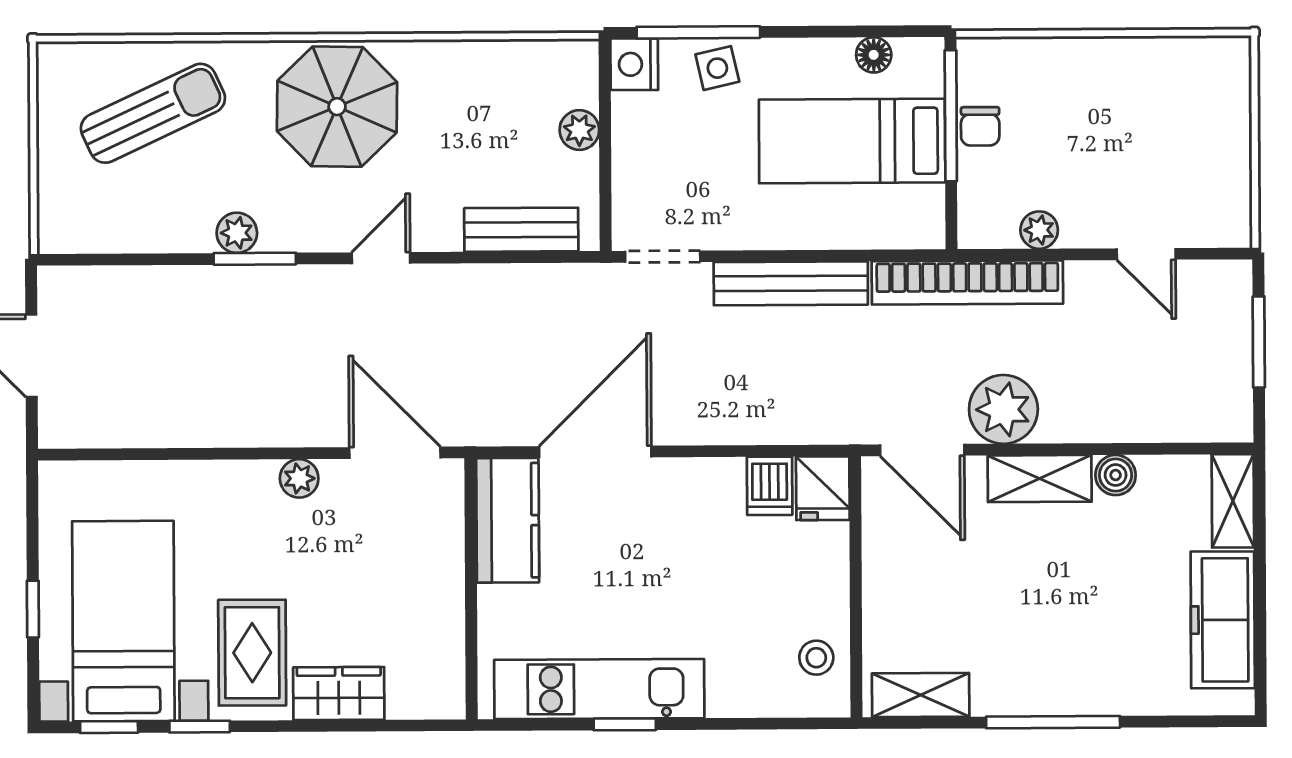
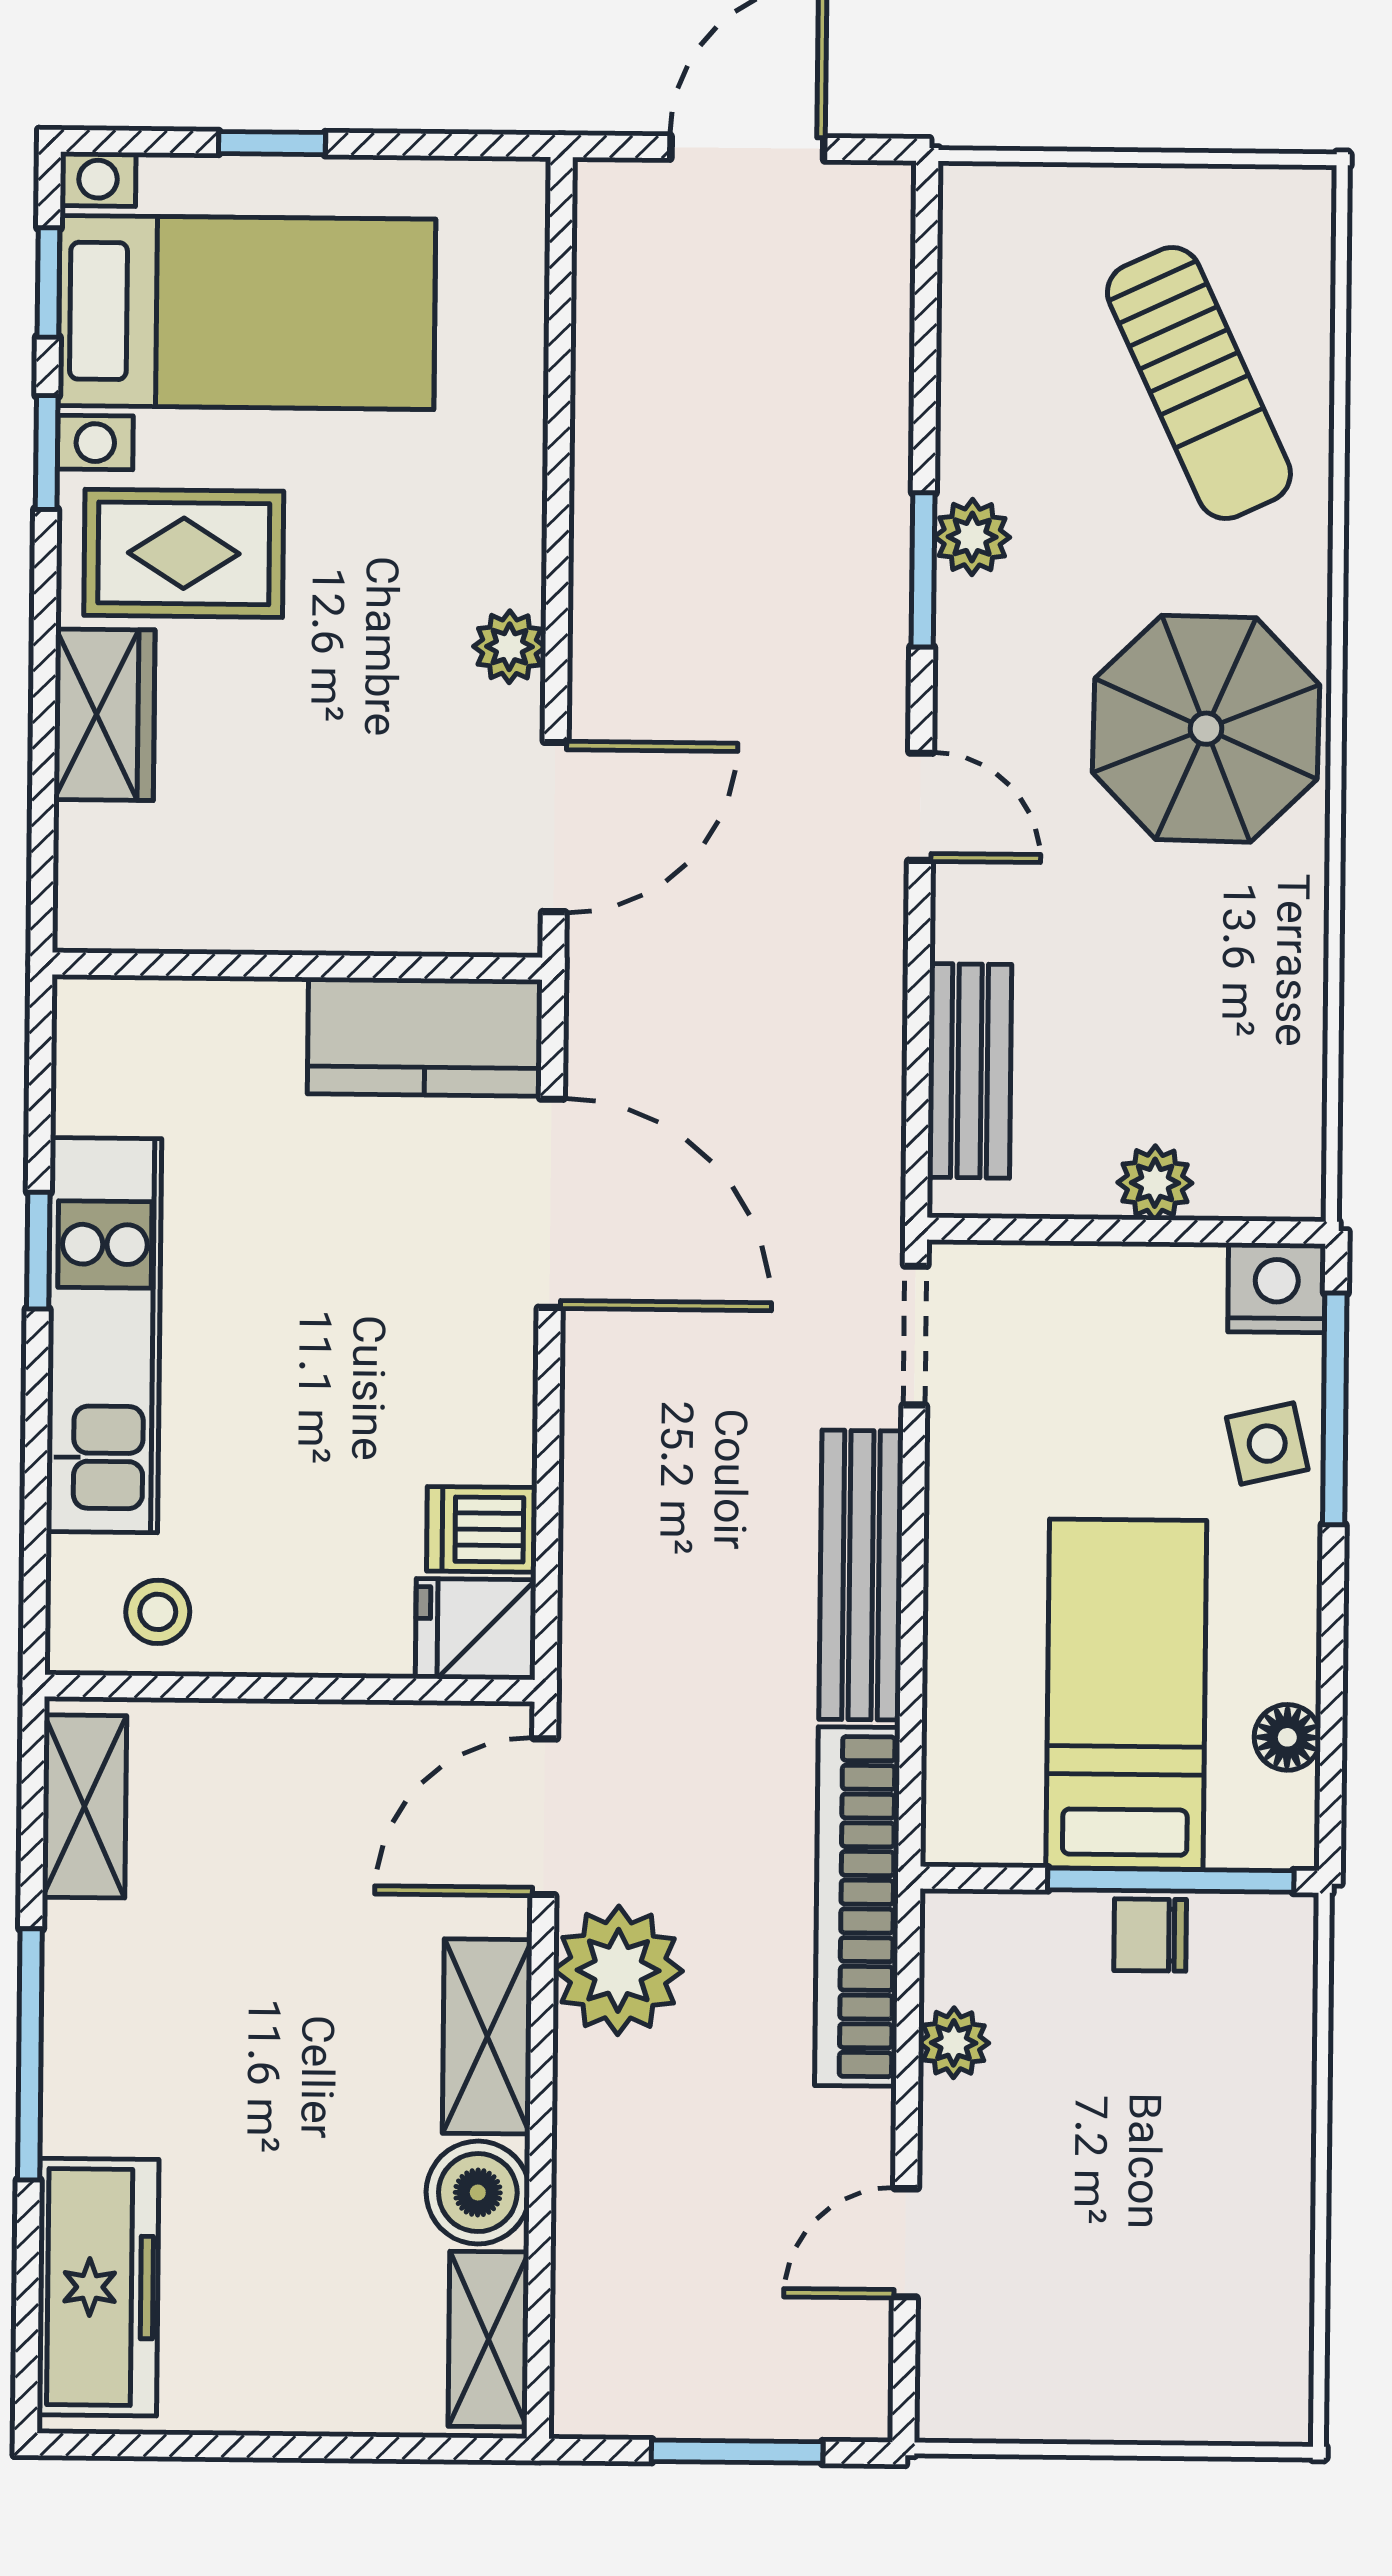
boiler: (1116, 475) -> (478, 2193), width x1.36, depth x1.36
shelving: (1233, 501) -> (488, 2339), moved, turned 90
freezer: (1223, 620) -> (98, 2287), moved, turned 90
kitchen unit: (599, 689) -> (104, 1335), moved

